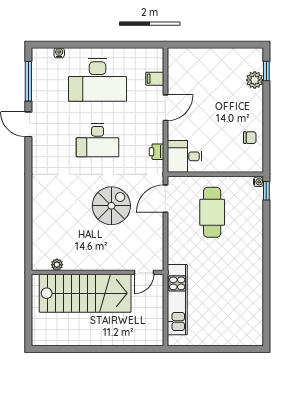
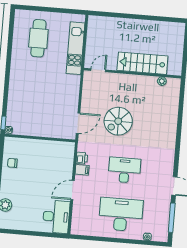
filing cabinet: (155, 79) -> (82, 170), moved
desk: (185, 156) -> (56, 217), moved, width x1.37
cafe table: (212, 212) -> (38, 38), moved
stairs: (85, 293) -> (142, 63), width x0.73, depth x0.66

